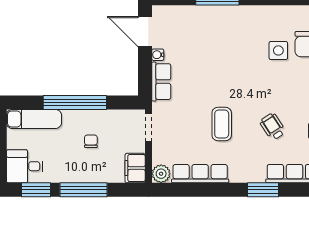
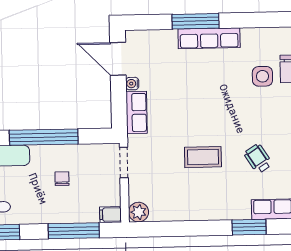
coffee table: (222, 124) -> (203, 157), turned 90
filing cabinet: (135, 168) -> (111, 215), width x0.50
row of seats: (200, 174) -> (209, 38), moved, turned 180
window: (83, 190) -> (74, 231), moved

